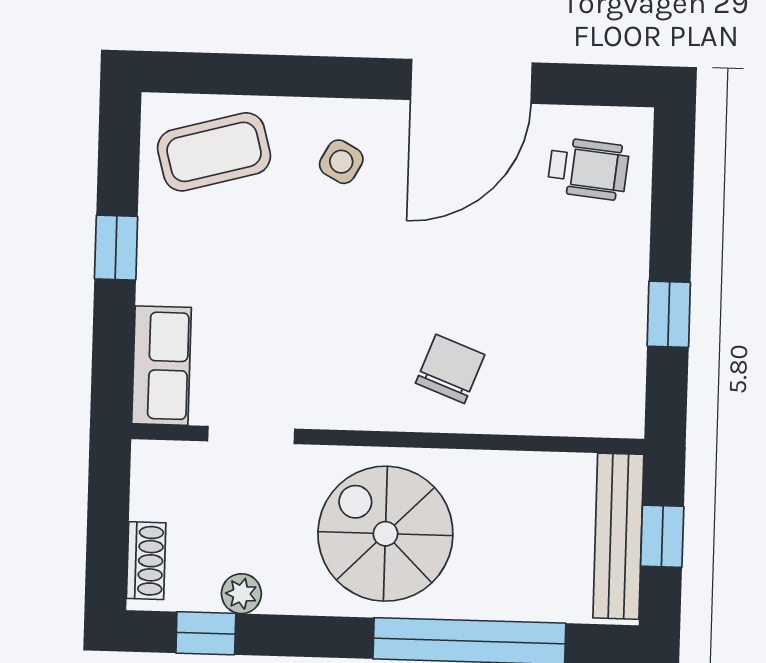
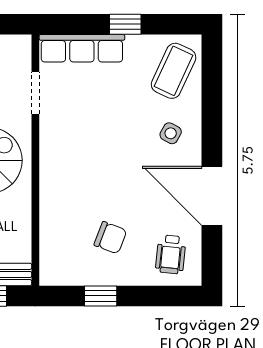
coffee table: (214, 152) -> (174, 71), turned 40
row of seats: (162, 366) -> (82, 48), width x1.48
chair: (450, 369) -> (110, 238), moved

